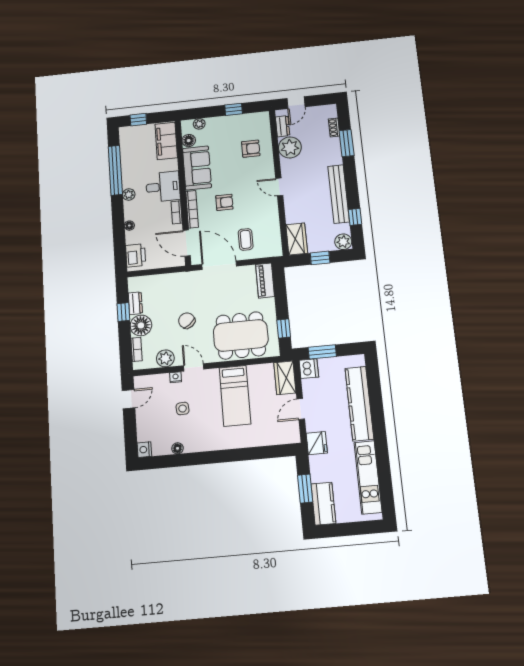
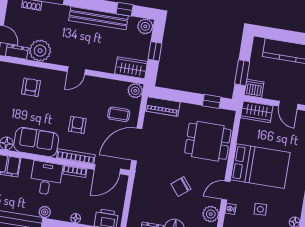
plant: (274, 249) -> (135, 91), added
dining table: (241, 335) -> (208, 141), width x0.73
bed: (235, 396) -> (260, 166), width x1.50

